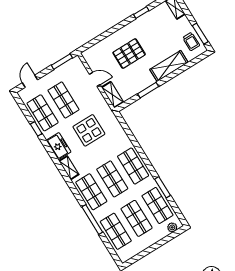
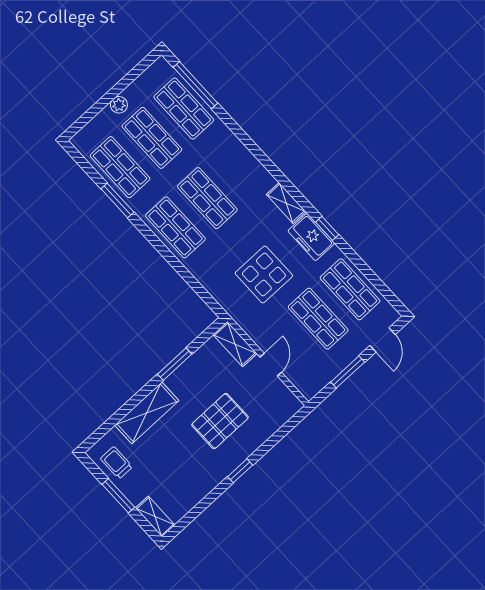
window: (141, 13) -> (240, 471), moved
window: (200, 34) -> (118, 496), moved
window: (62, 62) -> (348, 372), moved
door: (95, 79) -> (271, 365), swing flipped
window: (36, 129) -> (327, 228), moved
shop shelf: (91, 192) -> (239, 169), removed
window: (92, 220) -> (195, 85), moved
plant: (172, 227) -> (119, 105), moved

